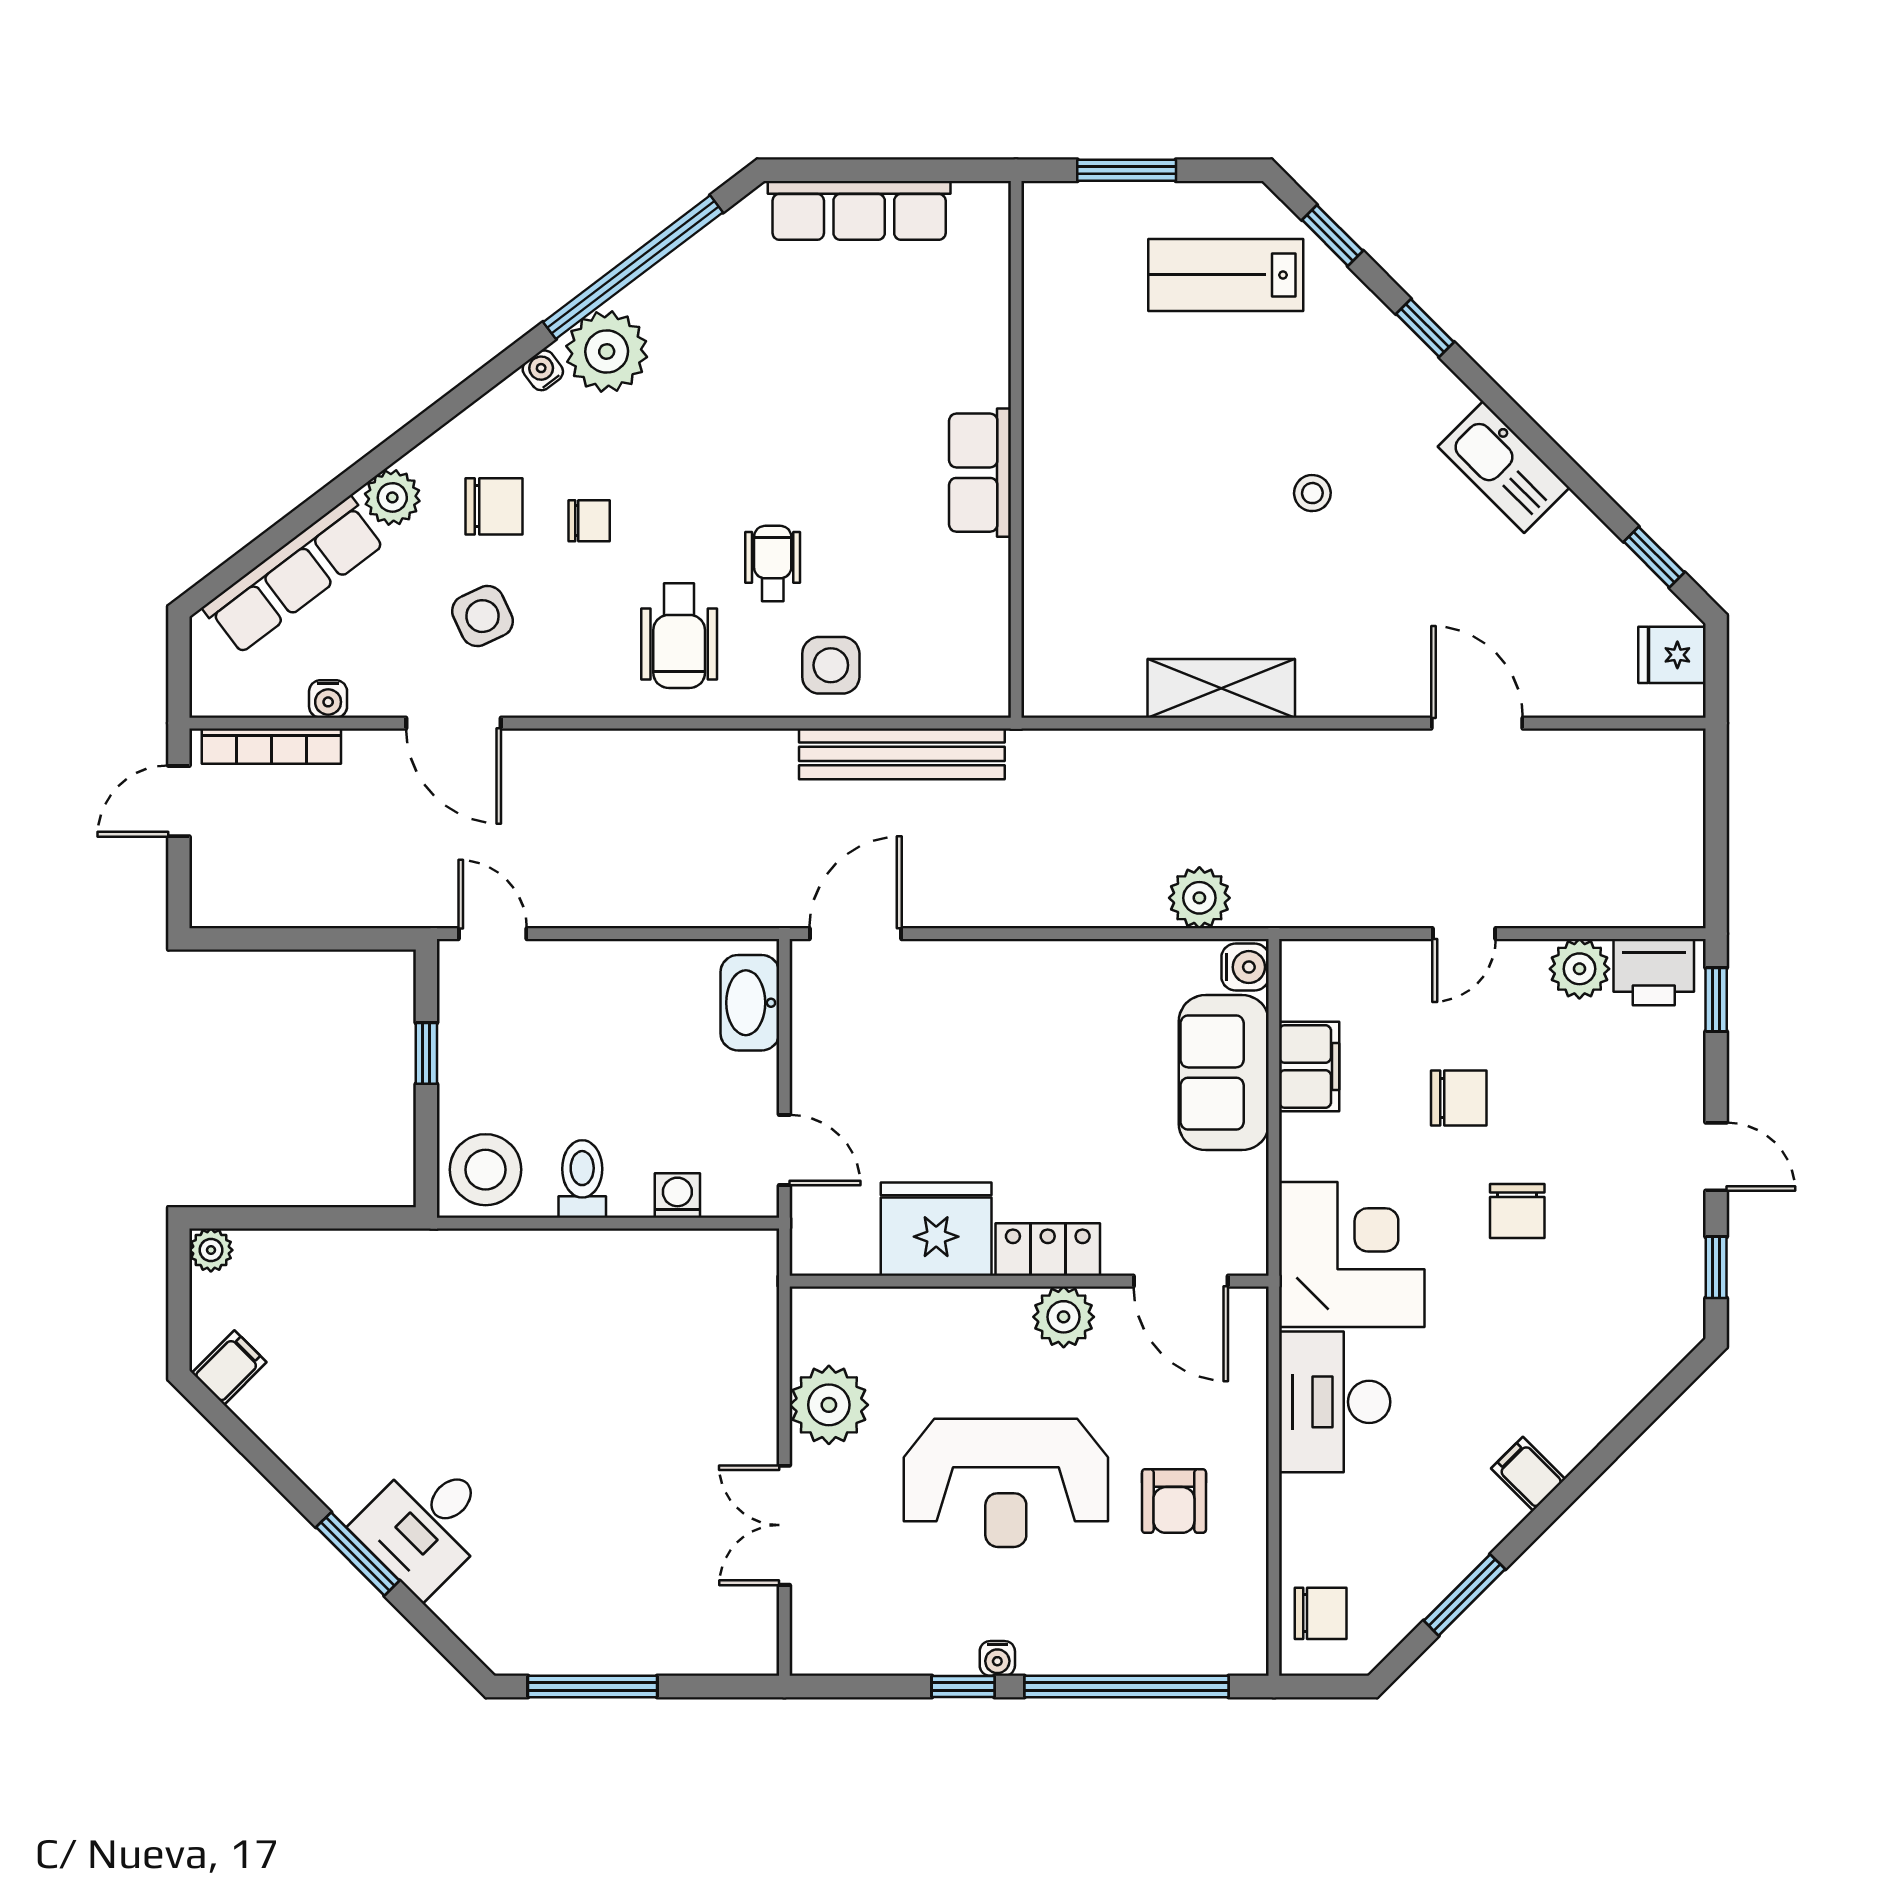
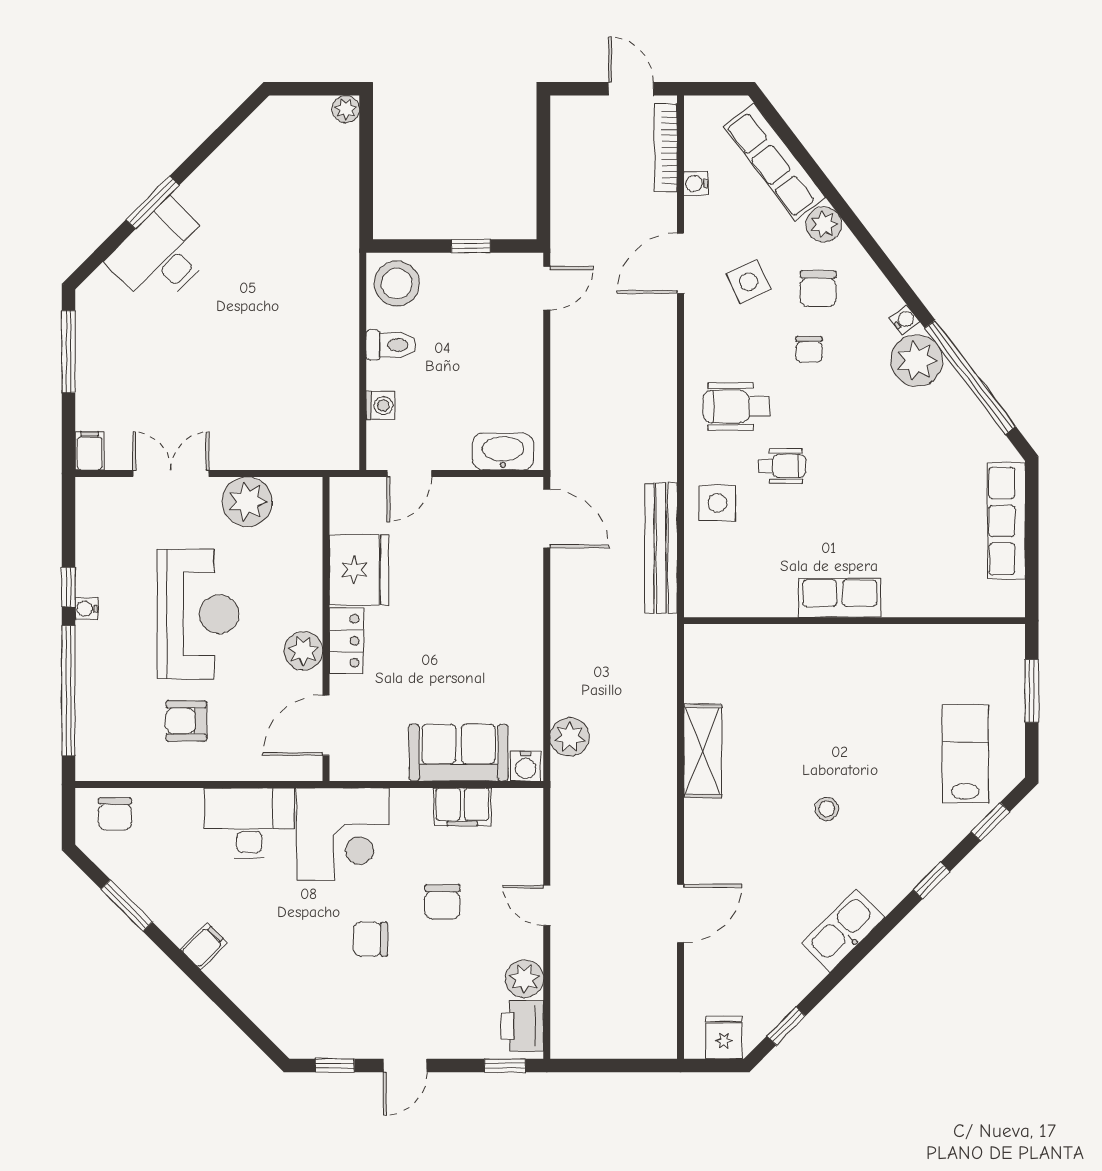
filing cabinet: (229, 1368) -> (90, 451), moved, turned -135
reception desk: (1006, 1483) -> (198, 614), turned 180
desk: (426, 1524) -> (162, 255), width x1.37

